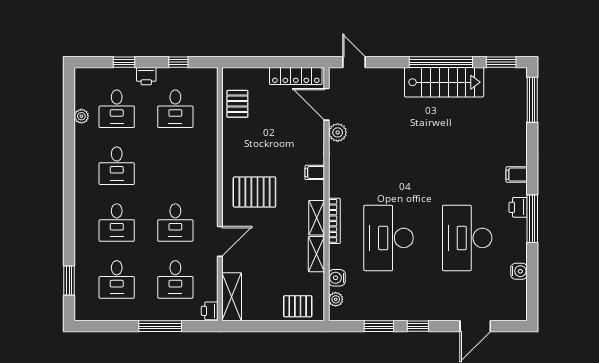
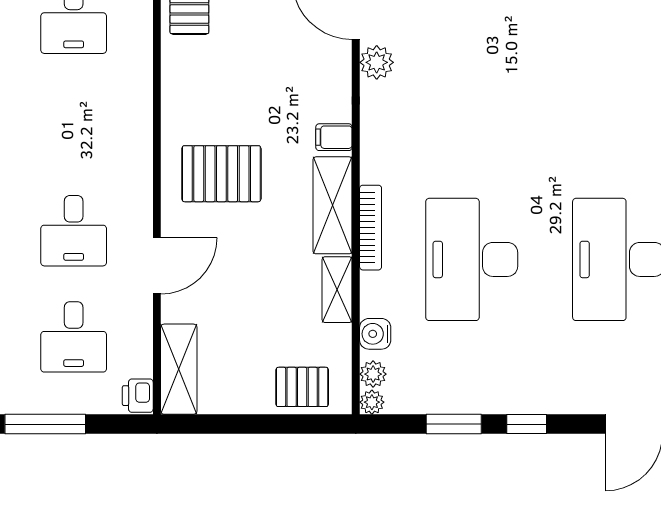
shelving: (317, 218) -> (333, 205), width x1.50, depth x1.33
plant: (335, 314) -> (372, 402), added

